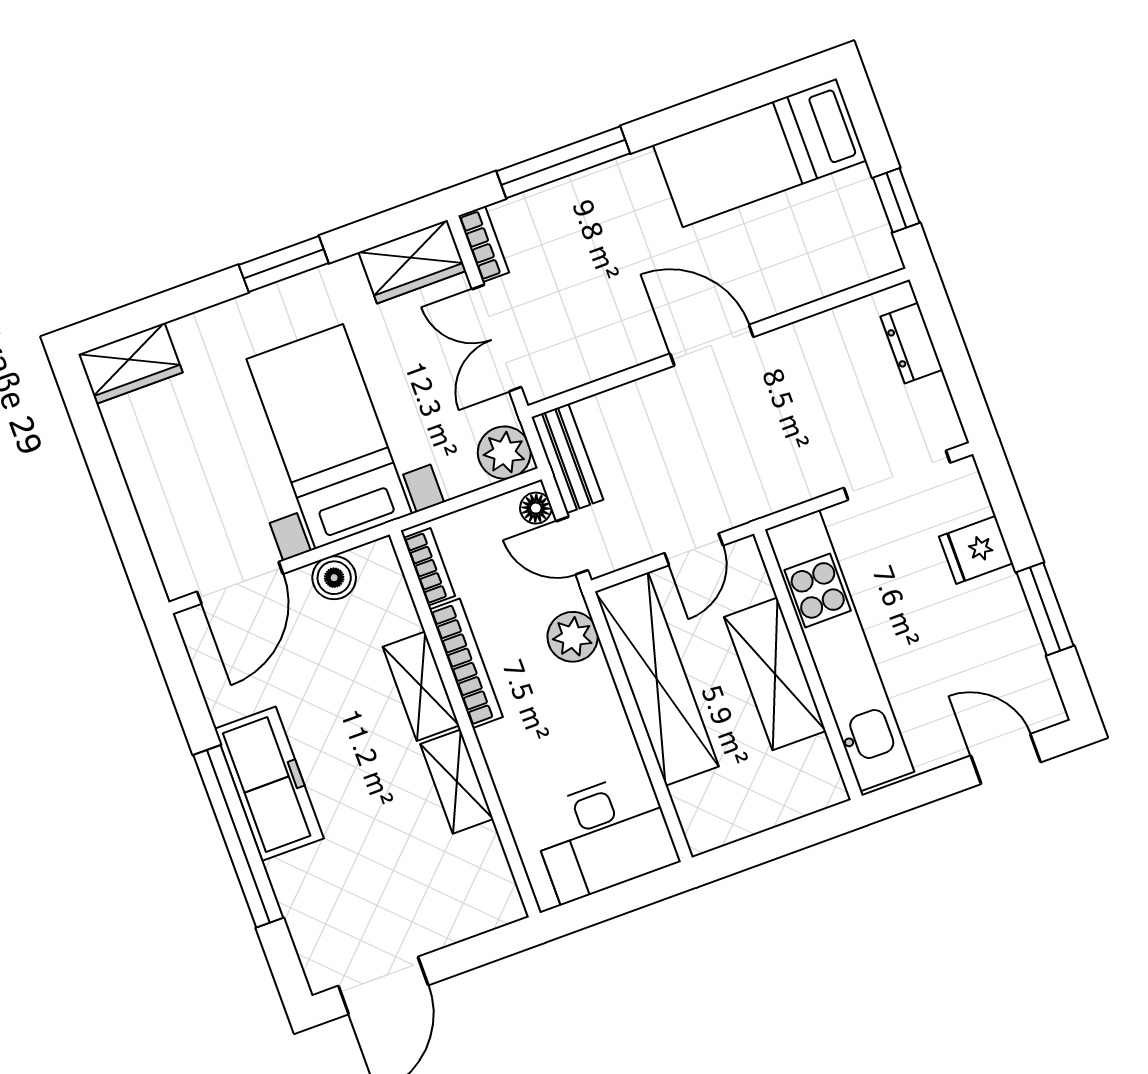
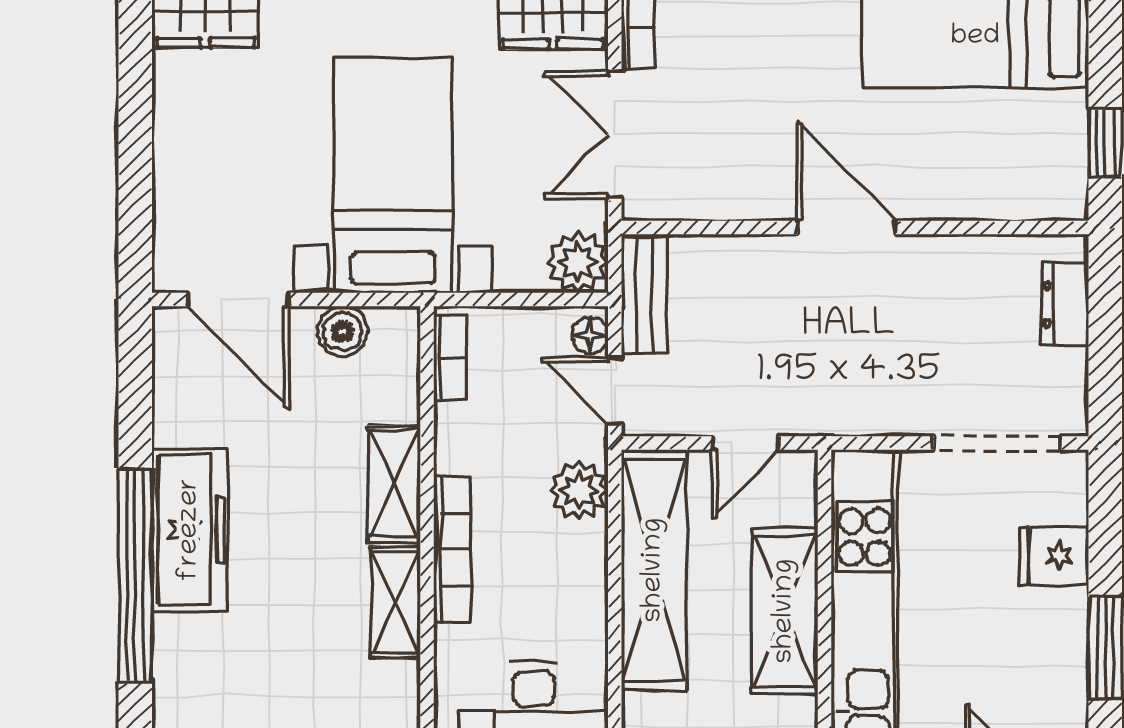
door: (240, 583) -> (238, 299), hinge flipped
bookcase: (466, 663) -> (452, 550), moved

